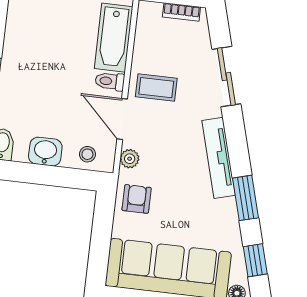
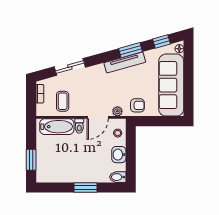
coffee table: (156, 88) -> (63, 101), moved
tv unit: (219, 158) -> (125, 62), moved
armchair: (137, 199) -> (137, 105), turned 180

